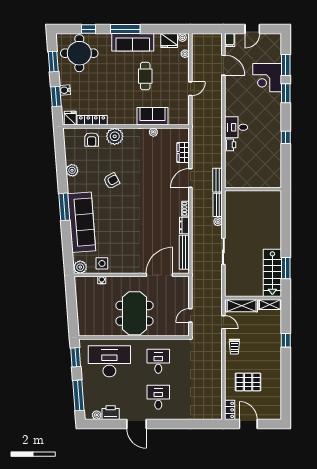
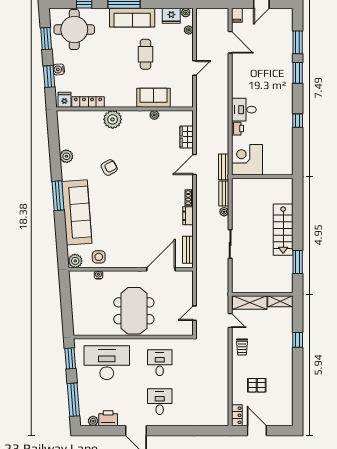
corner desk: (267, 78) -> (247, 160), moved, turned 90
armchair: (92, 140) -> (88, 123), removed
bench: (184, 252) -> (188, 250), width x0.73
stairs: (272, 273) -> (283, 230), moved
pallet: (248, 382) -> (257, 385), width x0.67, depth x0.71

